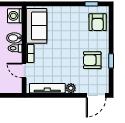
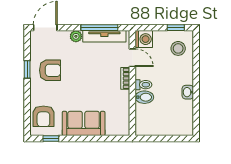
washing machine: (15, 16) -> (144, 39), moved
armchair: (98, 22) -> (43, 116), turned 180
sofa: (37, 26) -> (84, 123), moved, turned 90
window: (51, 95) -> (99, 28), added

